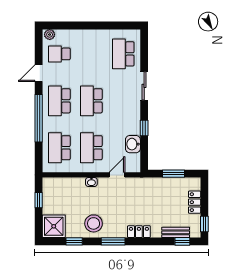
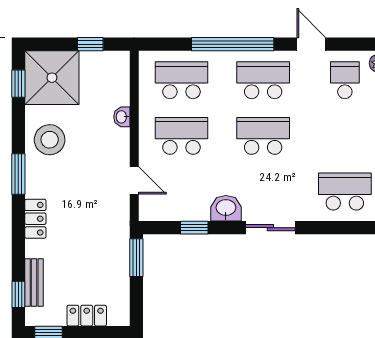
sliding door: (144, 86) -> (270, 228), moved
window: (144, 128) -> (194, 228), moved
washbasin: (133, 144) -> (226, 208), moved
window: (173, 174) -> (136, 258), moved
washbasin: (91, 182) -> (122, 117), moved
shower: (54, 226) -> (52, 78), width x1.37, depth x1.37
window: (74, 241) -> (18, 84), moved

